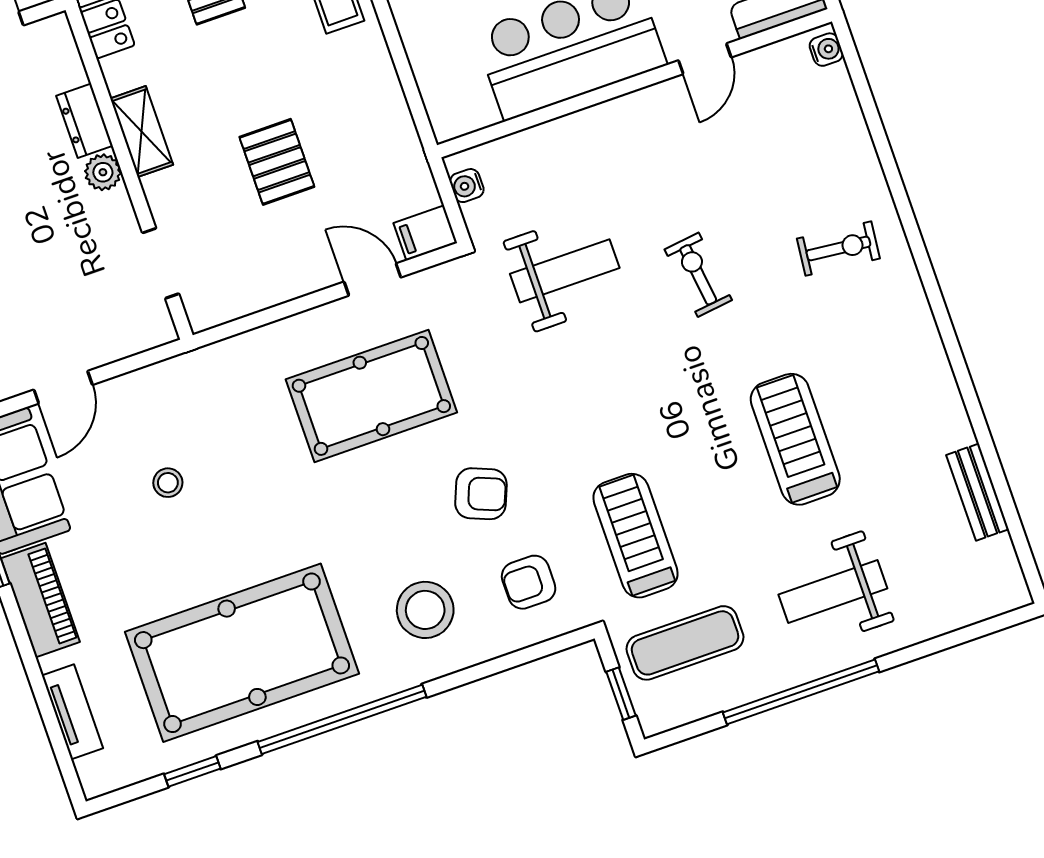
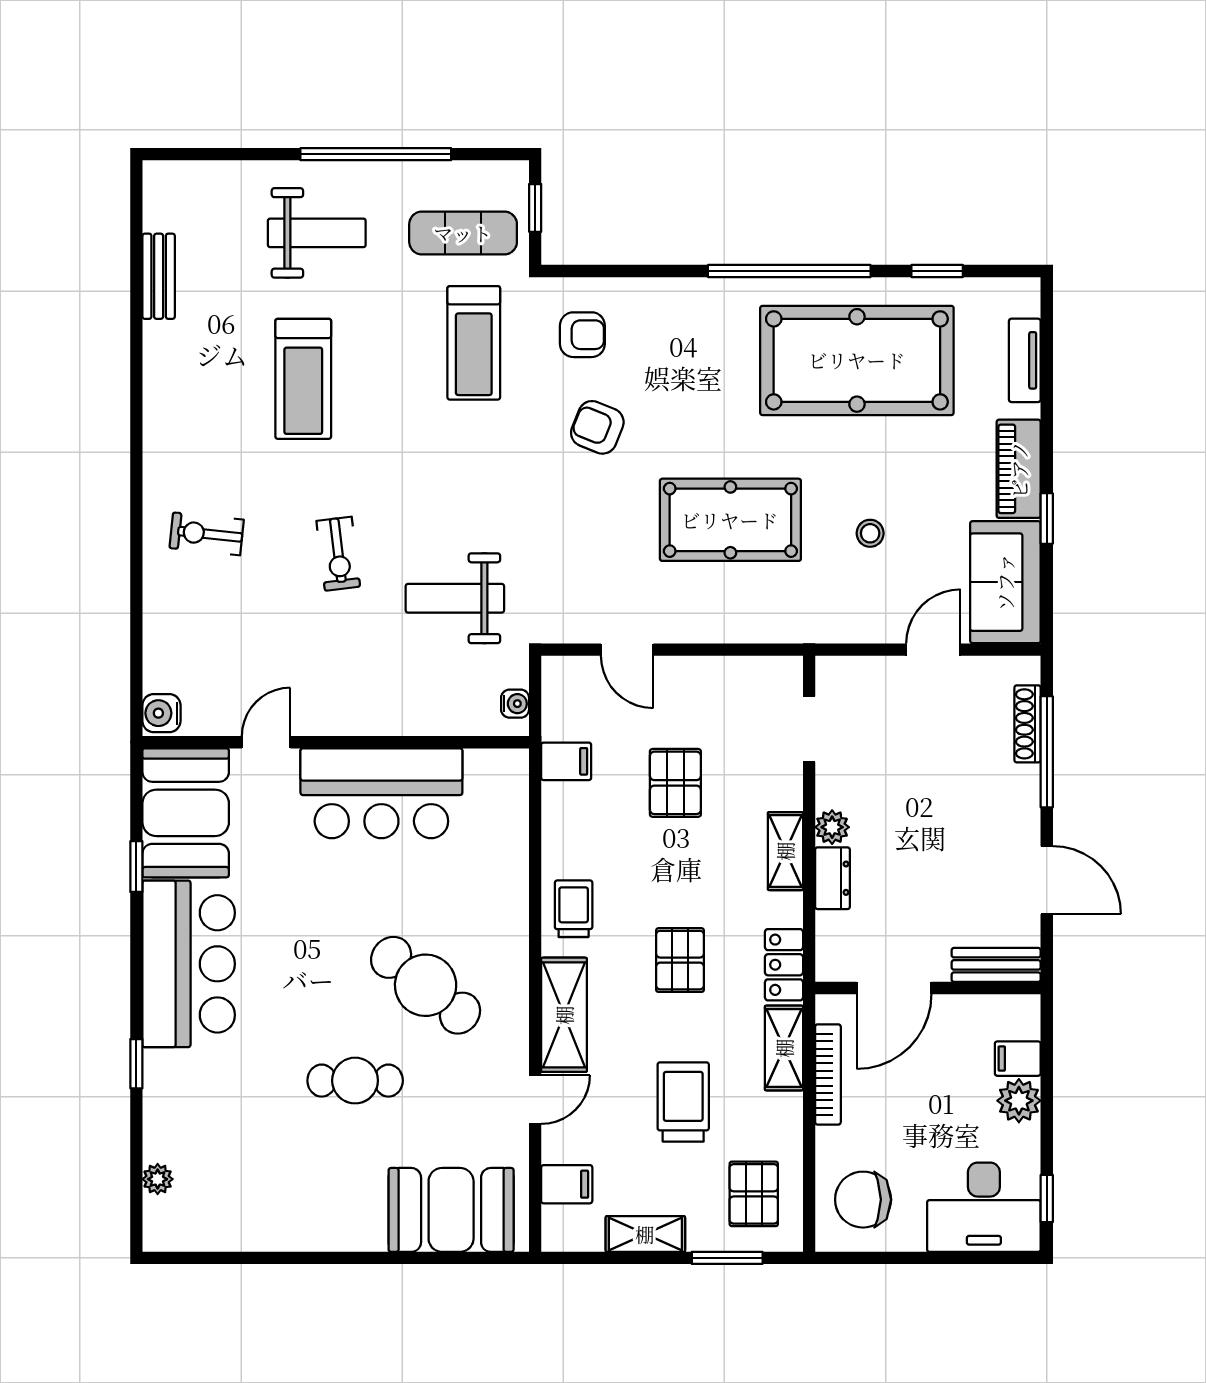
water cooler: (826, 50) -> (161, 713), width x1.38, depth x1.38
filing cabinet: (425, 233) -> (566, 761), moved
pool table: (371, 396) -> (730, 520), moved
stool: (425, 610) -> (682, 342), removed

